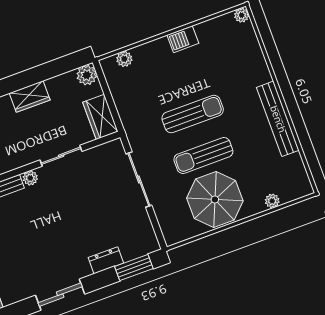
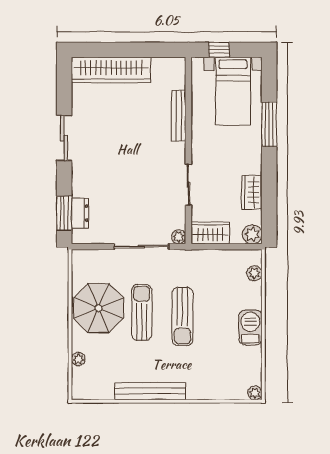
barbecue: (183, 39) -> (250, 328), width x1.38, depth x1.27
wardrobe: (30, 96) -> (252, 192), moved
plant: (30, 178) -> (179, 237), moved
dresser: (106, 260) -> (80, 213), moved

